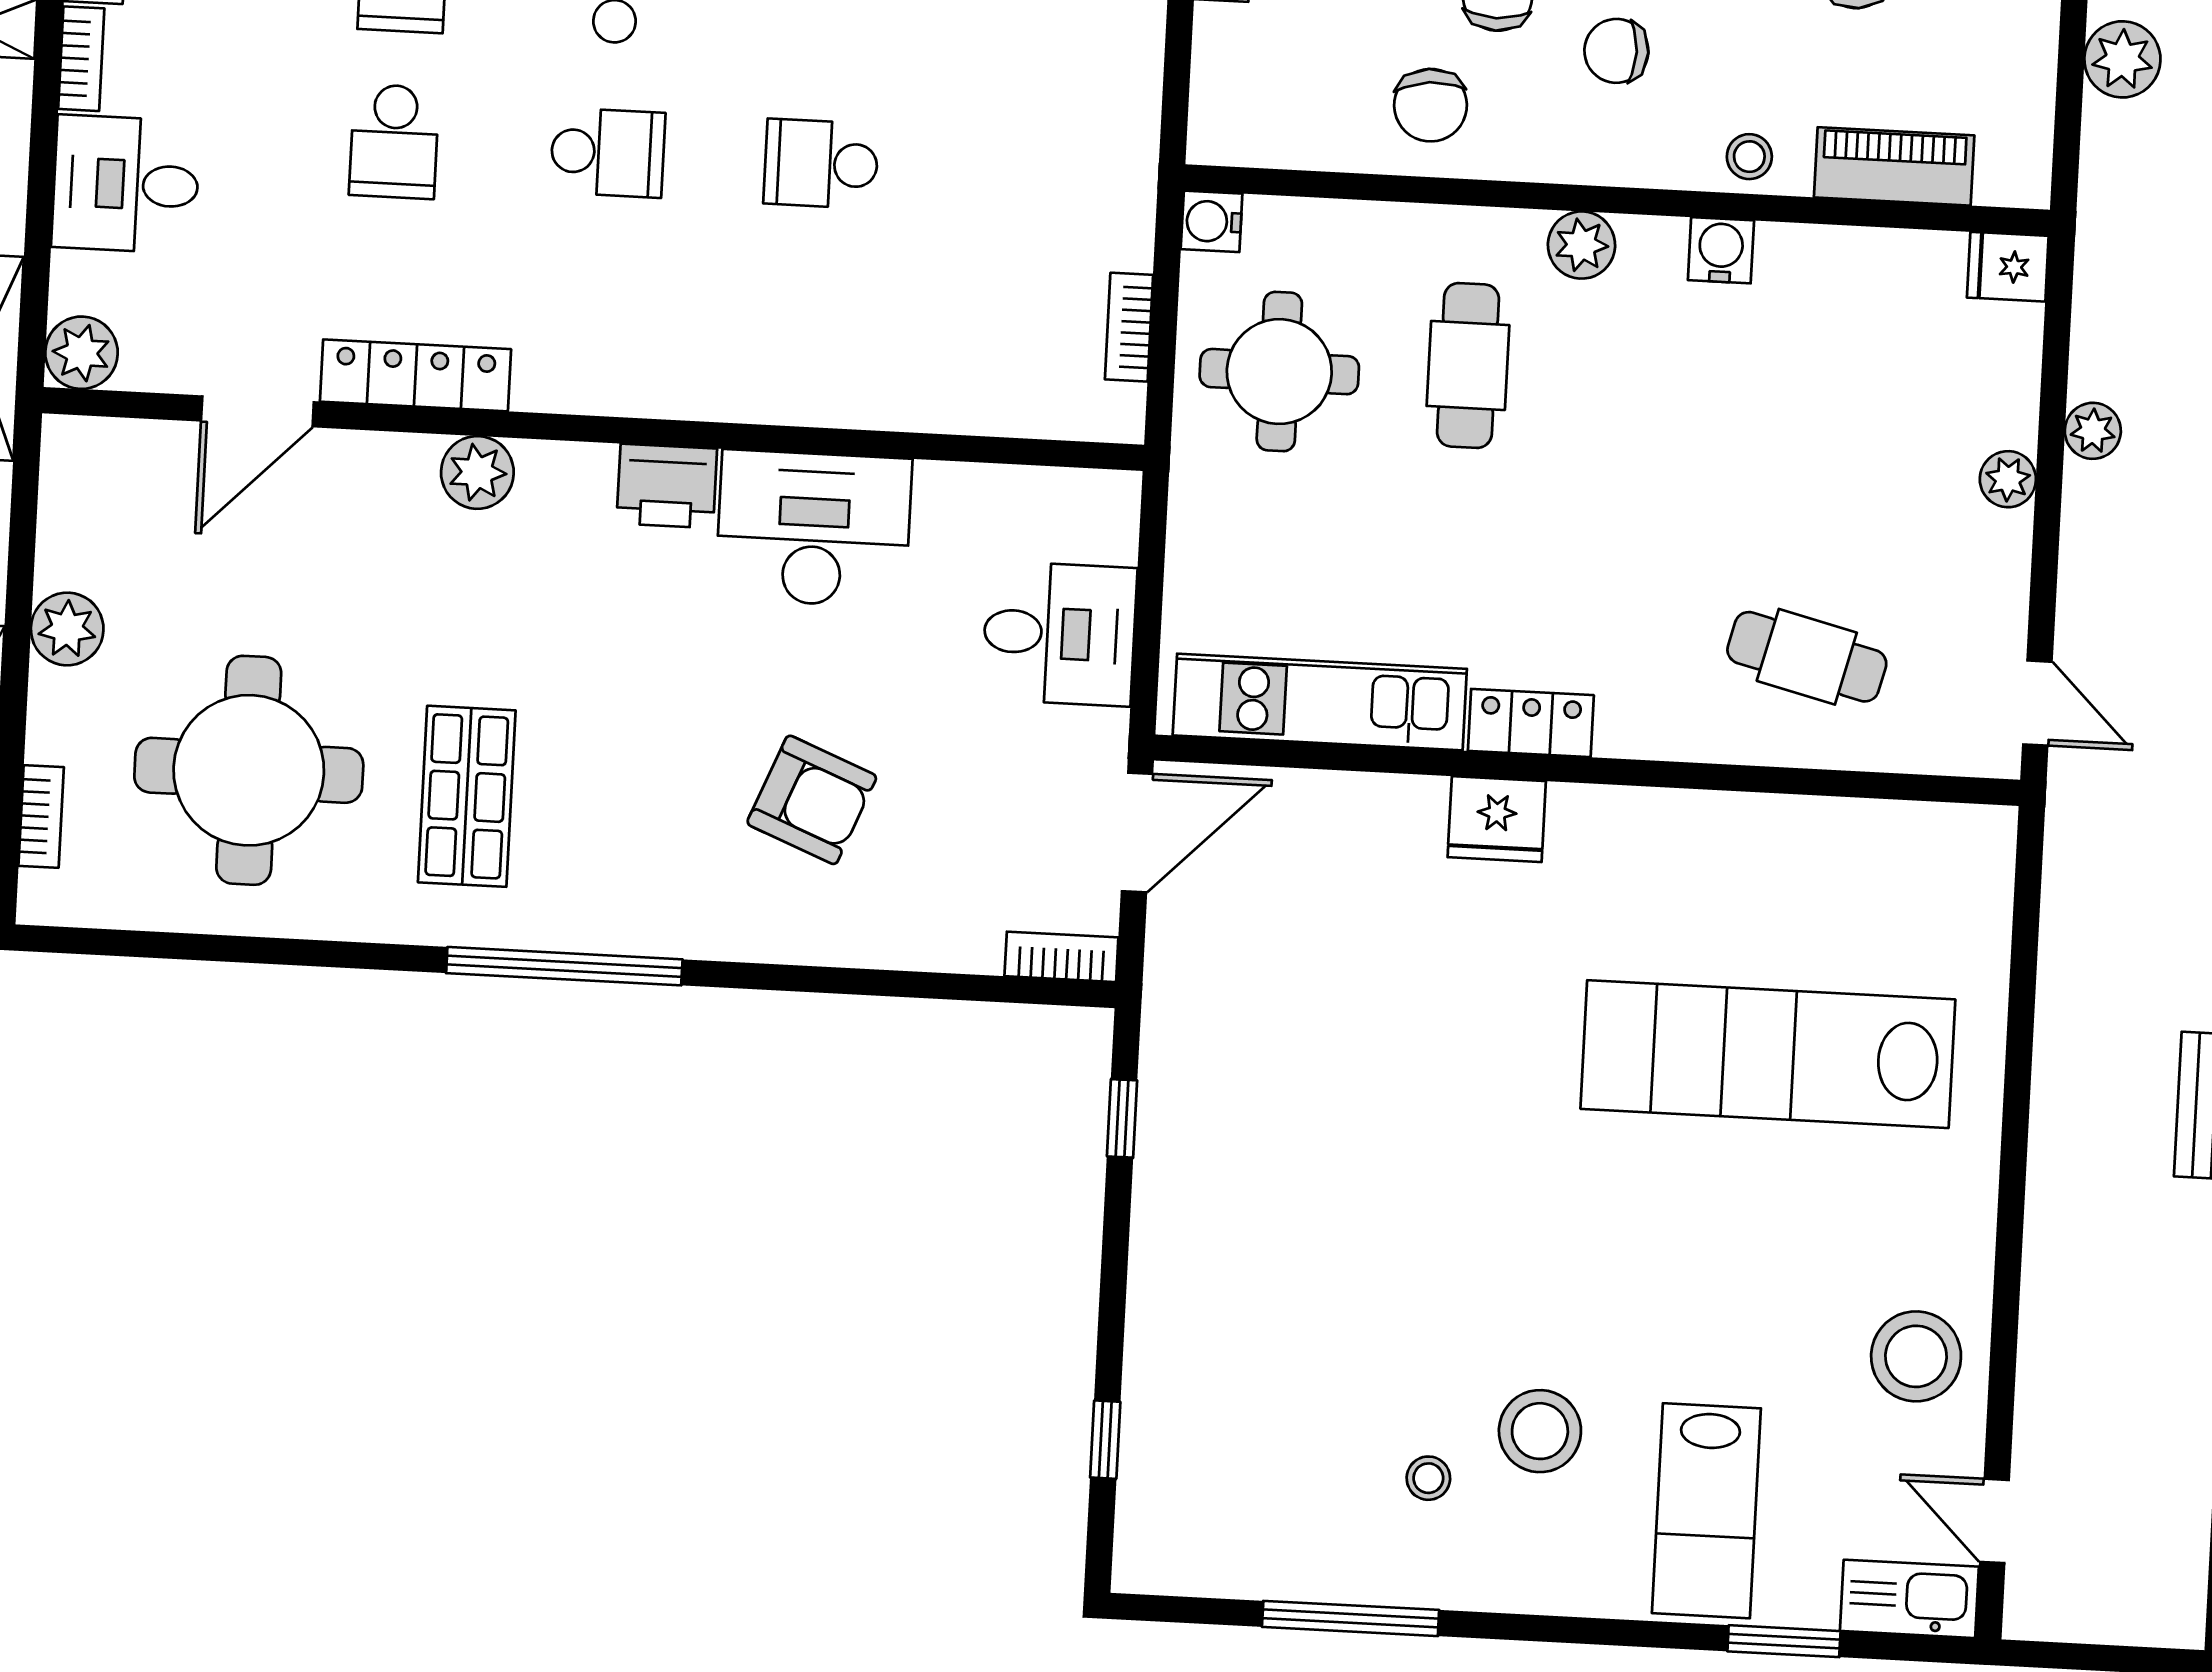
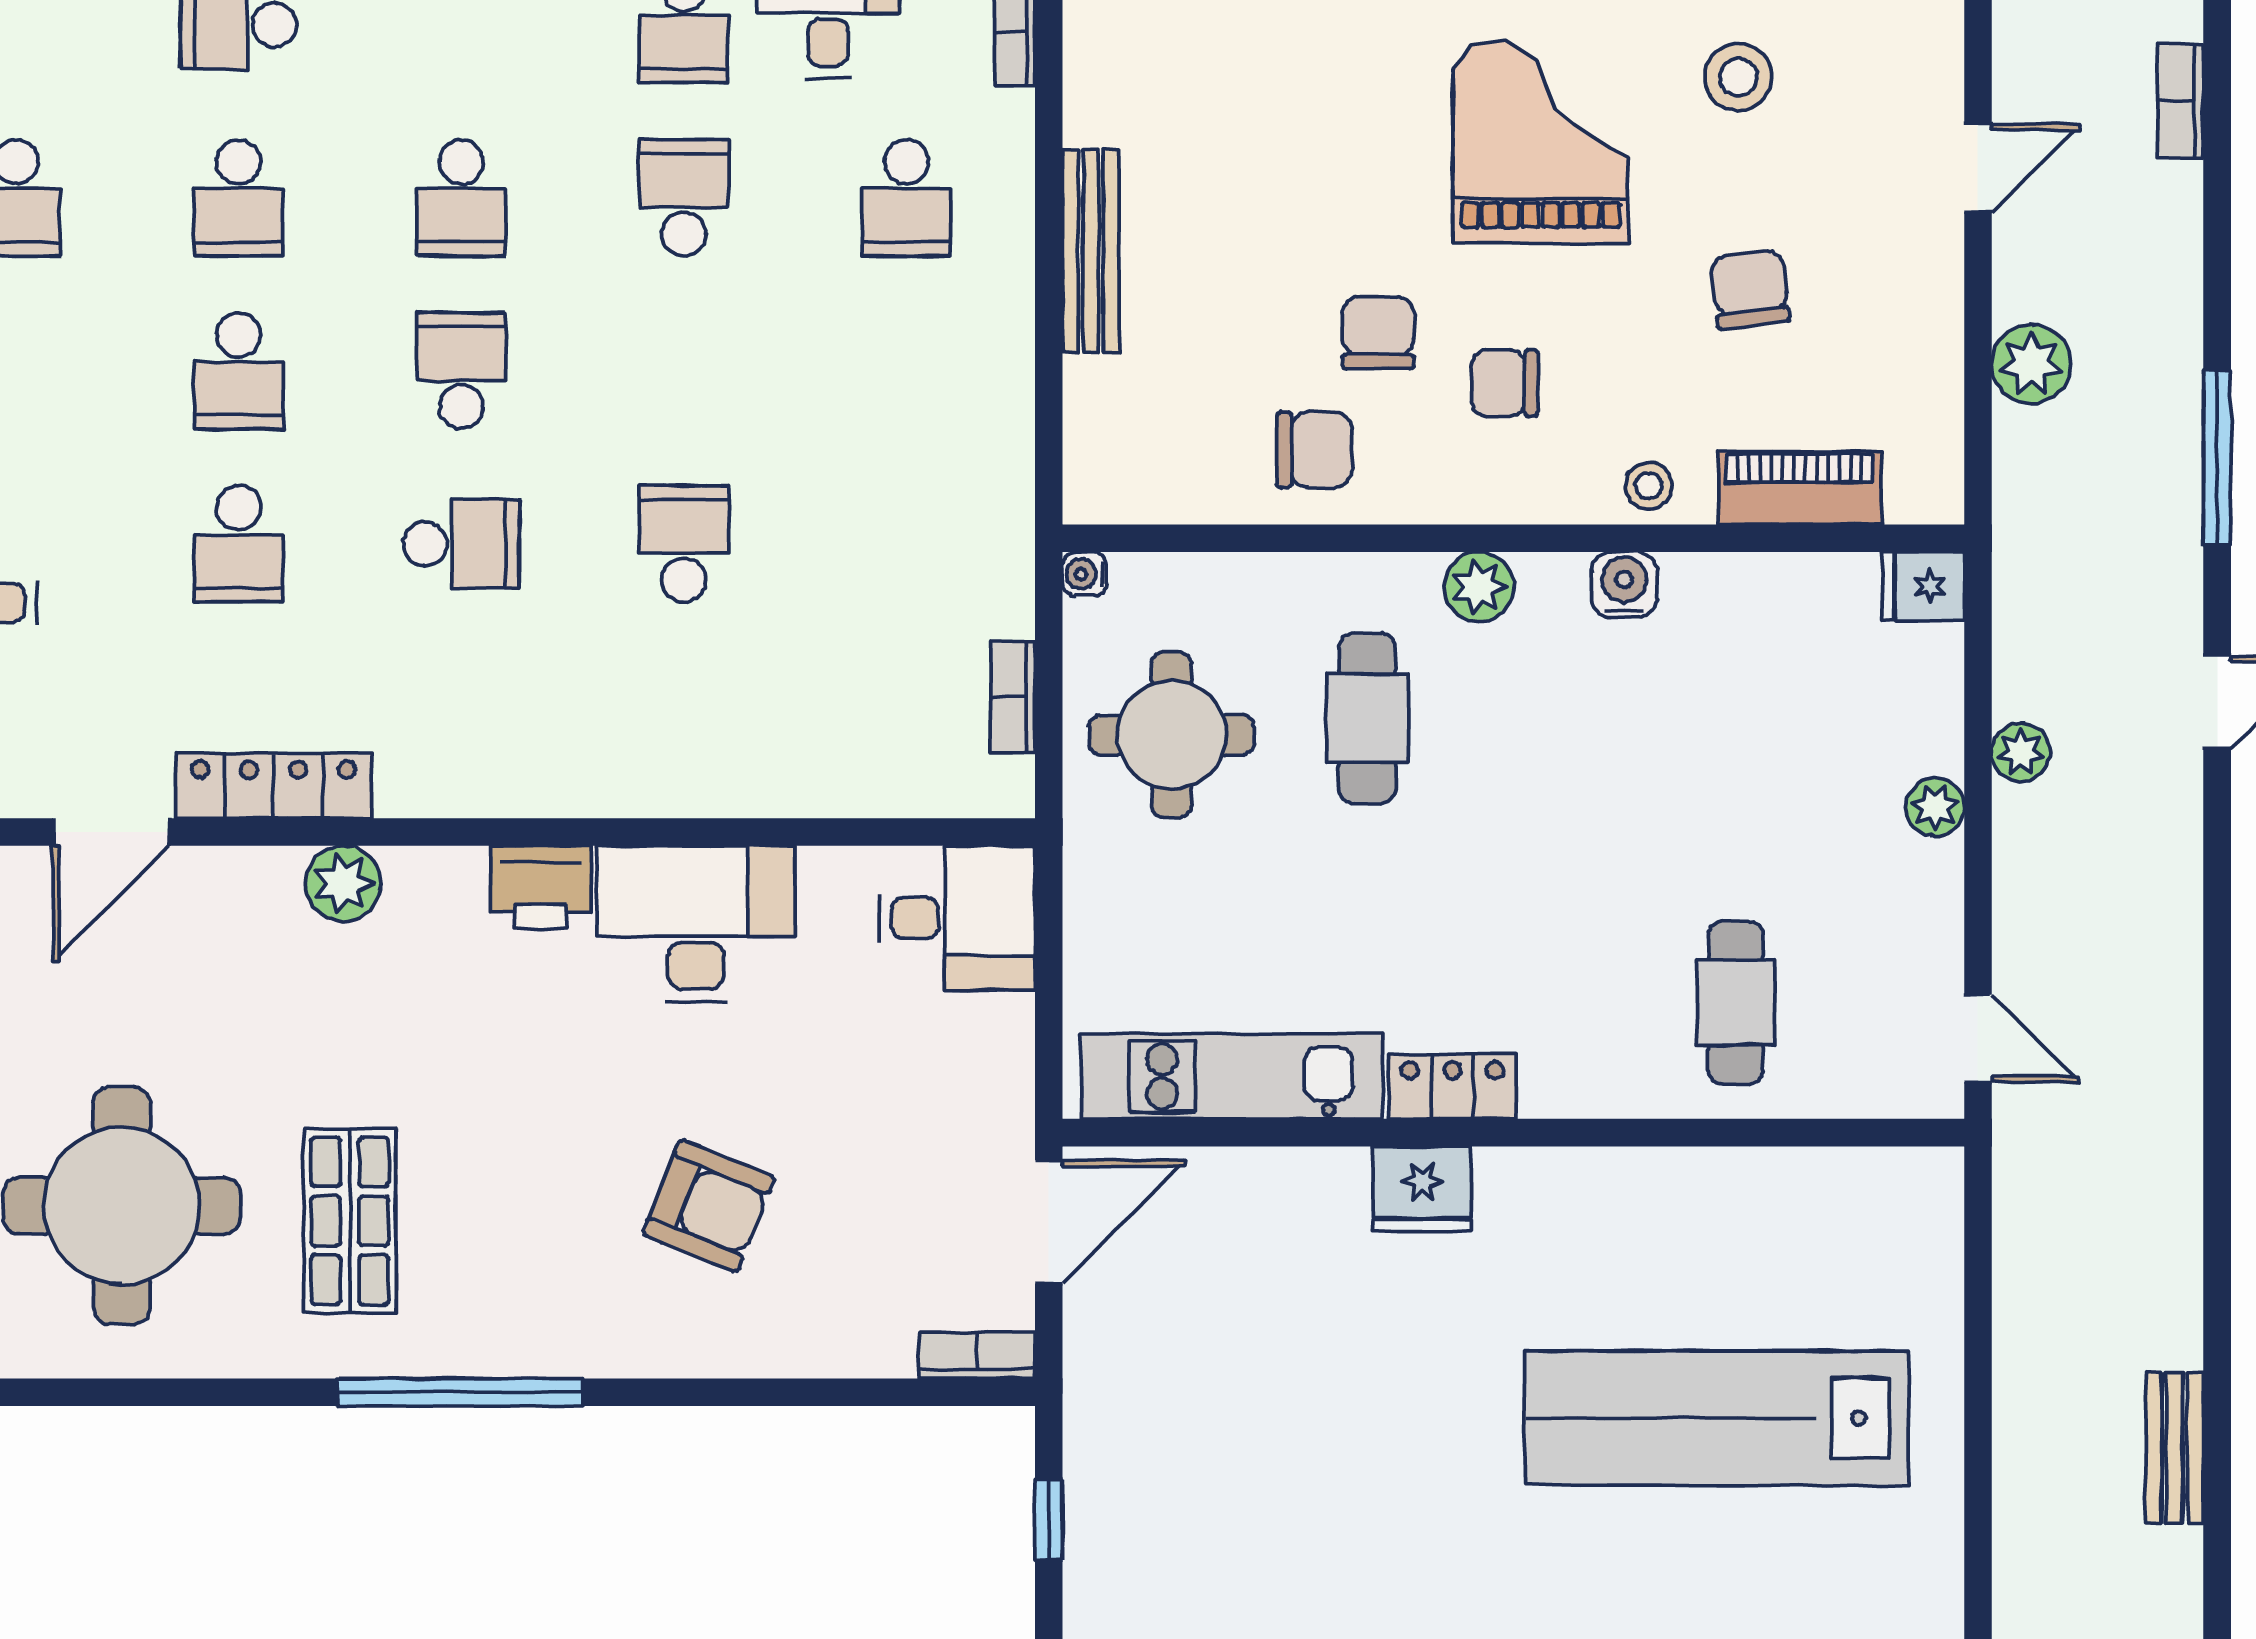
chair: (1431, 105) -> (1314, 450), turned -85
school desk: (821, 164) -> (684, 544), turned 90
water cooler: (1212, 221) -> (1085, 574), width x0.72, depth x0.72
desk: (1059, 634) -> (957, 918), moved
cafe table: (1807, 657) -> (1736, 1003), turned 76

